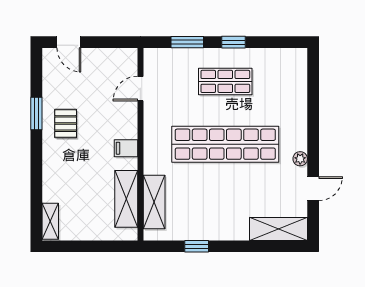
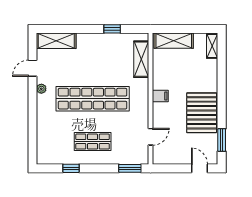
window: (187, 42) -> (130, 168), moved
window: (234, 42) -> (71, 168), moved
window: (36, 113) -> (222, 140), moved
pallet: (66, 124) -> (202, 113), width x2.05, depth x2.00
shelving: (126, 199) -> (174, 41), moved, turned 90

